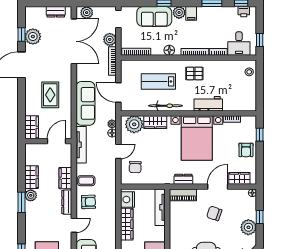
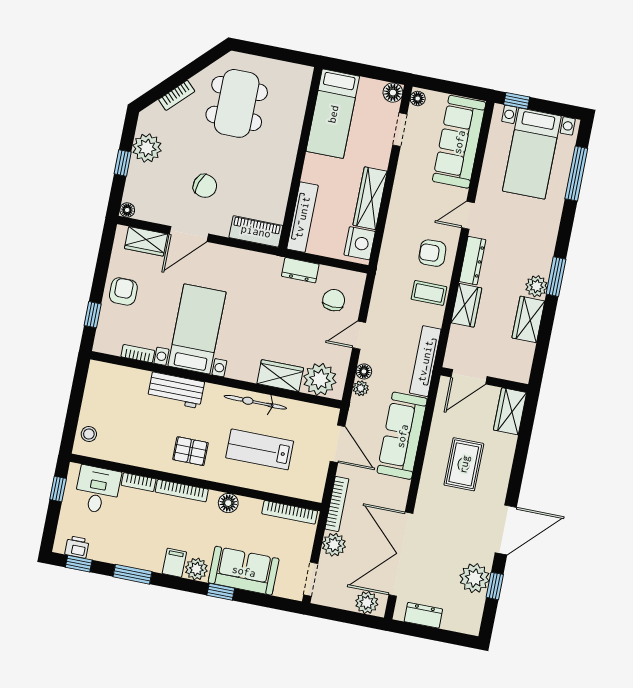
lab bench: (158, 81) -> (260, 449), turned 180
bed with nightstands: (197, 138) -> (197, 329), width x0.73
dresser: (183, 179) -> (300, 270), moved

